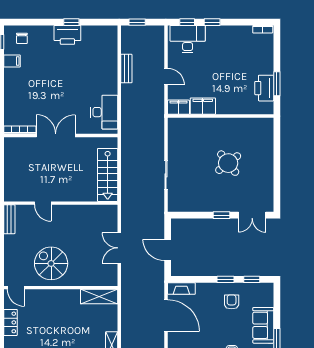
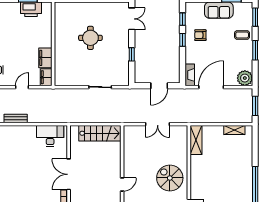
round table: (228, 163) -> (90, 38), turned 38
window: (221, 215) -> (132, 54), moved
spiral stairs: (51, 263) -> (170, 178), turned 90

